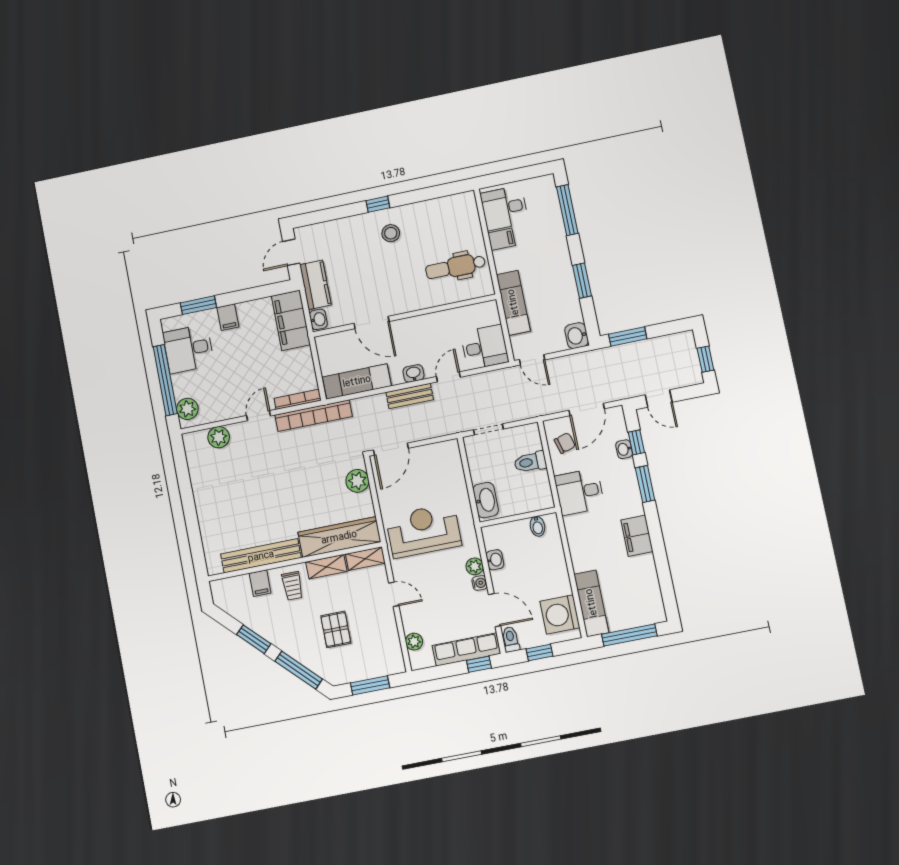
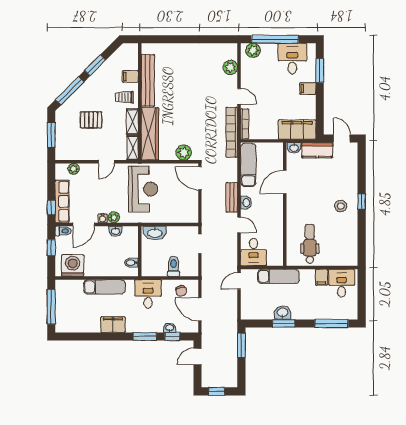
washbasin: (577, 336) -> (283, 313), moved
exam couch: (591, 603) -> (104, 287), moved

